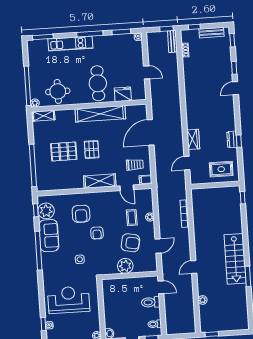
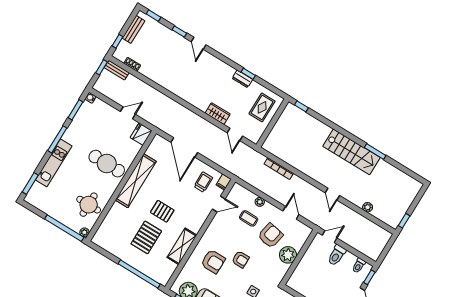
fridge: (123, 94) -> (141, 134), moved
shelving: (44, 116) -> (101, 233), removed
shelving: (100, 181) -> (182, 246), moved

